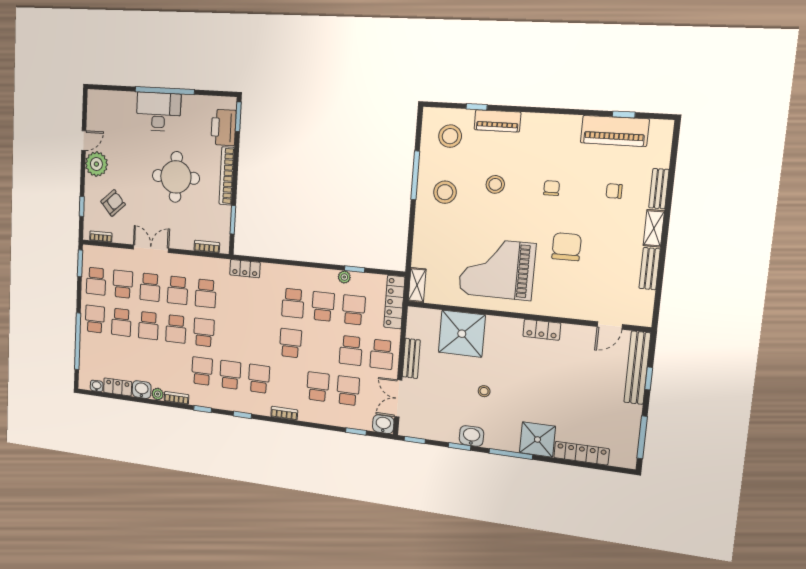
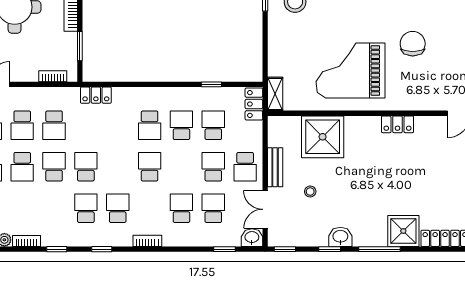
plant: (344, 277) -> (201, 93), removed
locker: (394, 302) -> (254, 104), width x0.66
school desk: (351, 350) -> (213, 167), turned 180
school desk: (202, 371) -> (86, 167), moved
stool: (484, 391) -> (310, 192), moved

